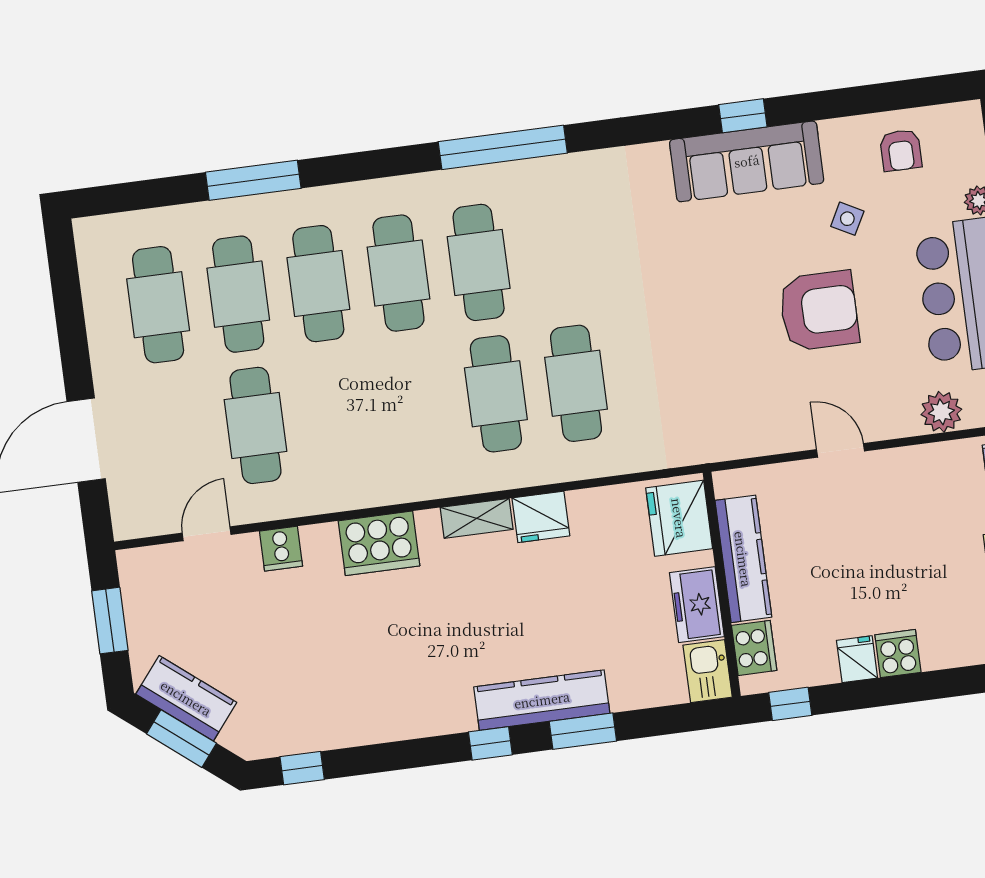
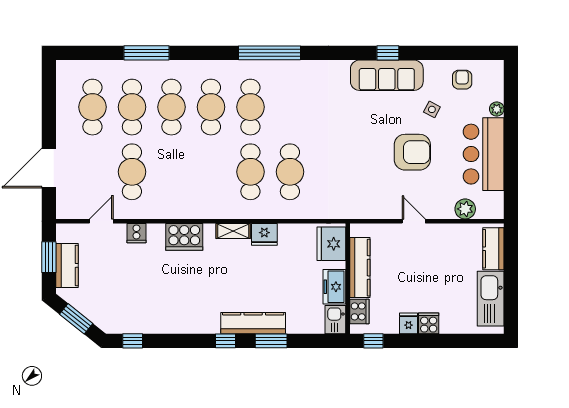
armchair: (901, 150) -> (462, 80), turned 180
kitchen counter: (186, 698) -> (67, 265), moved, turned 51

